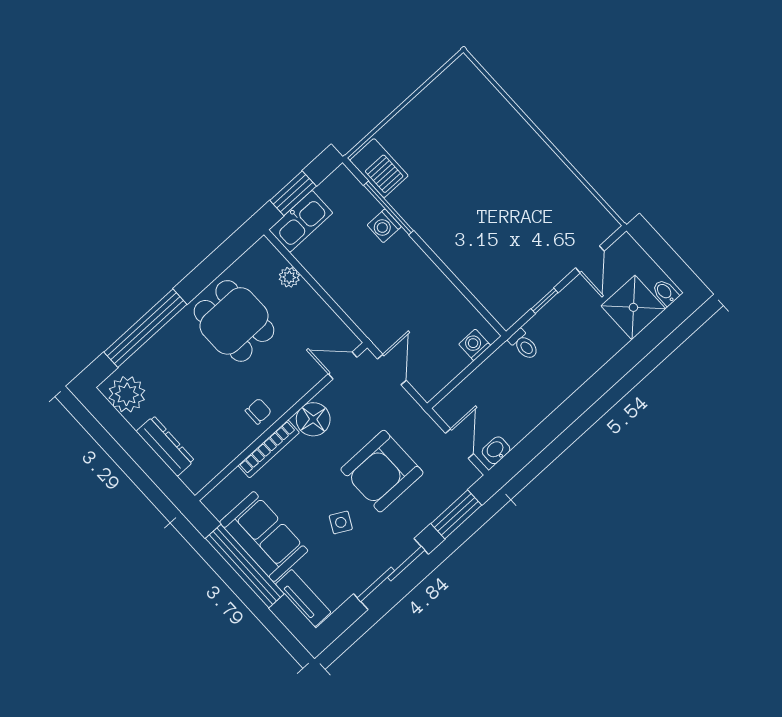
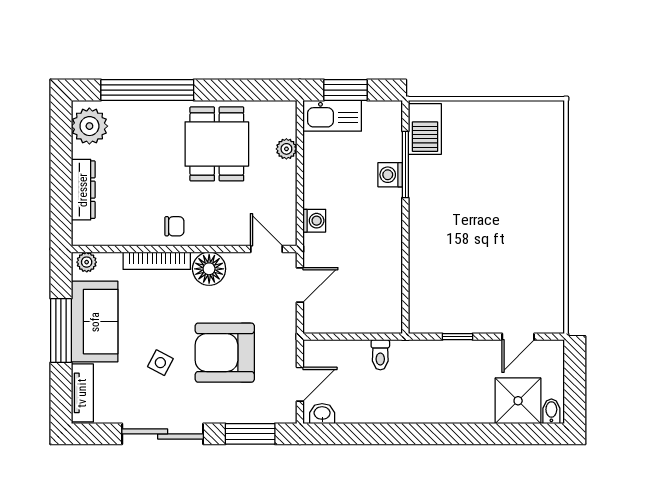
washing machine: (475, 345) -> (314, 221), moved, turned 90
toilet: (524, 345) -> (380, 355), moved
plant: (217, 498) -> (87, 262), added
window: (245, 566) -> (61, 330), width x0.68

